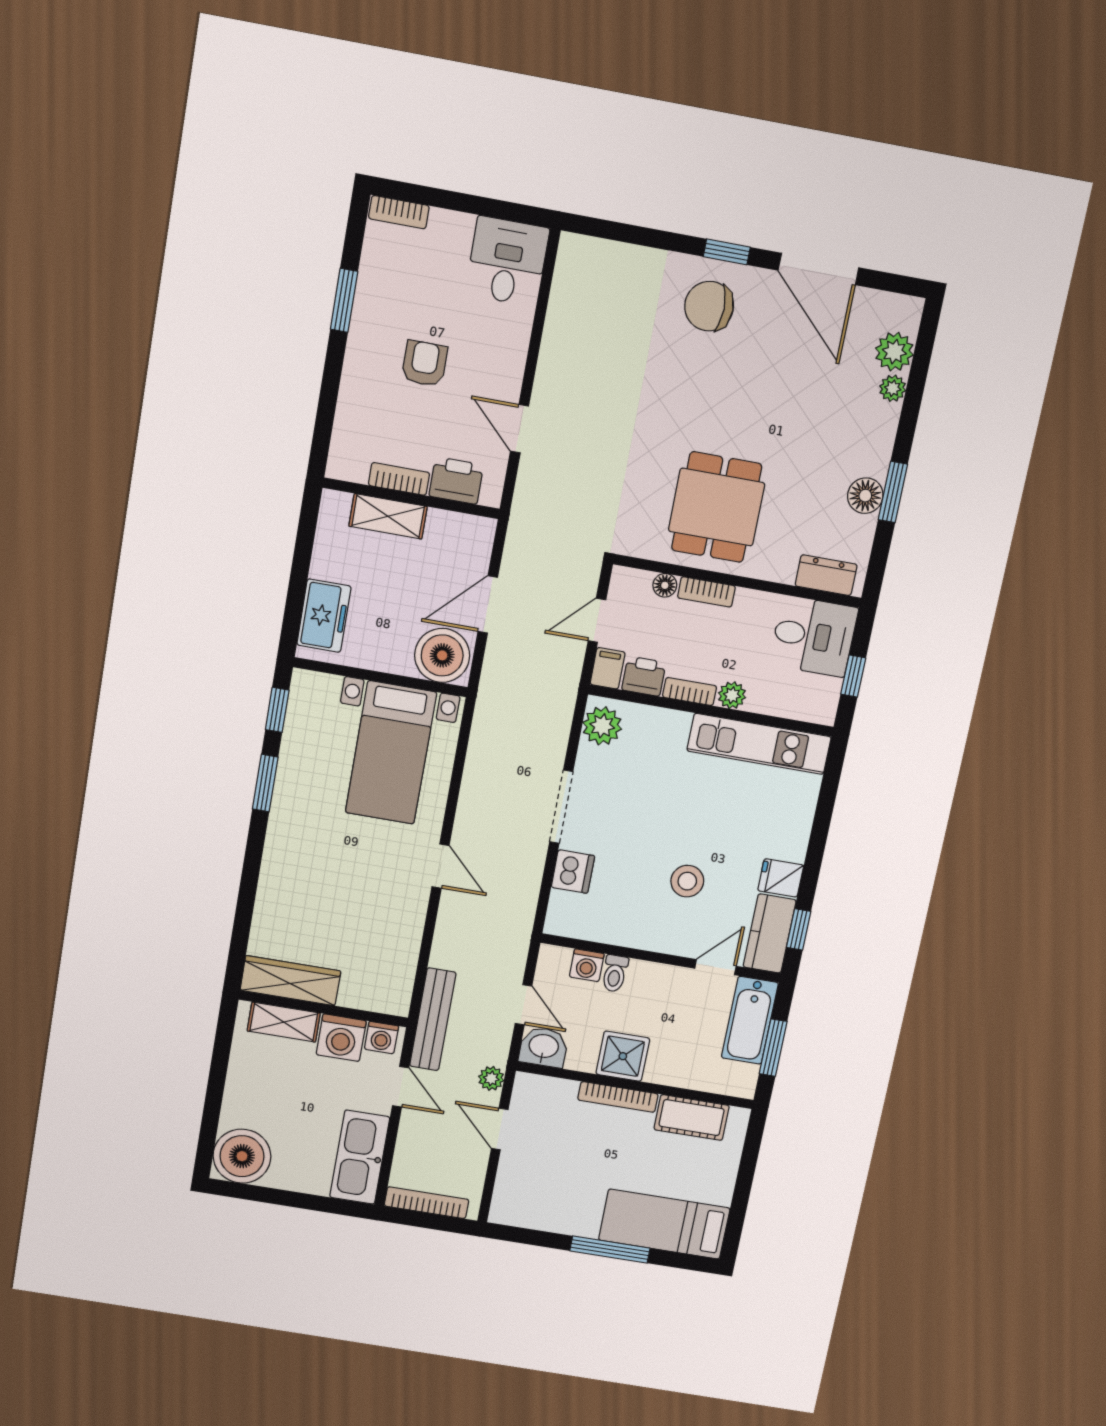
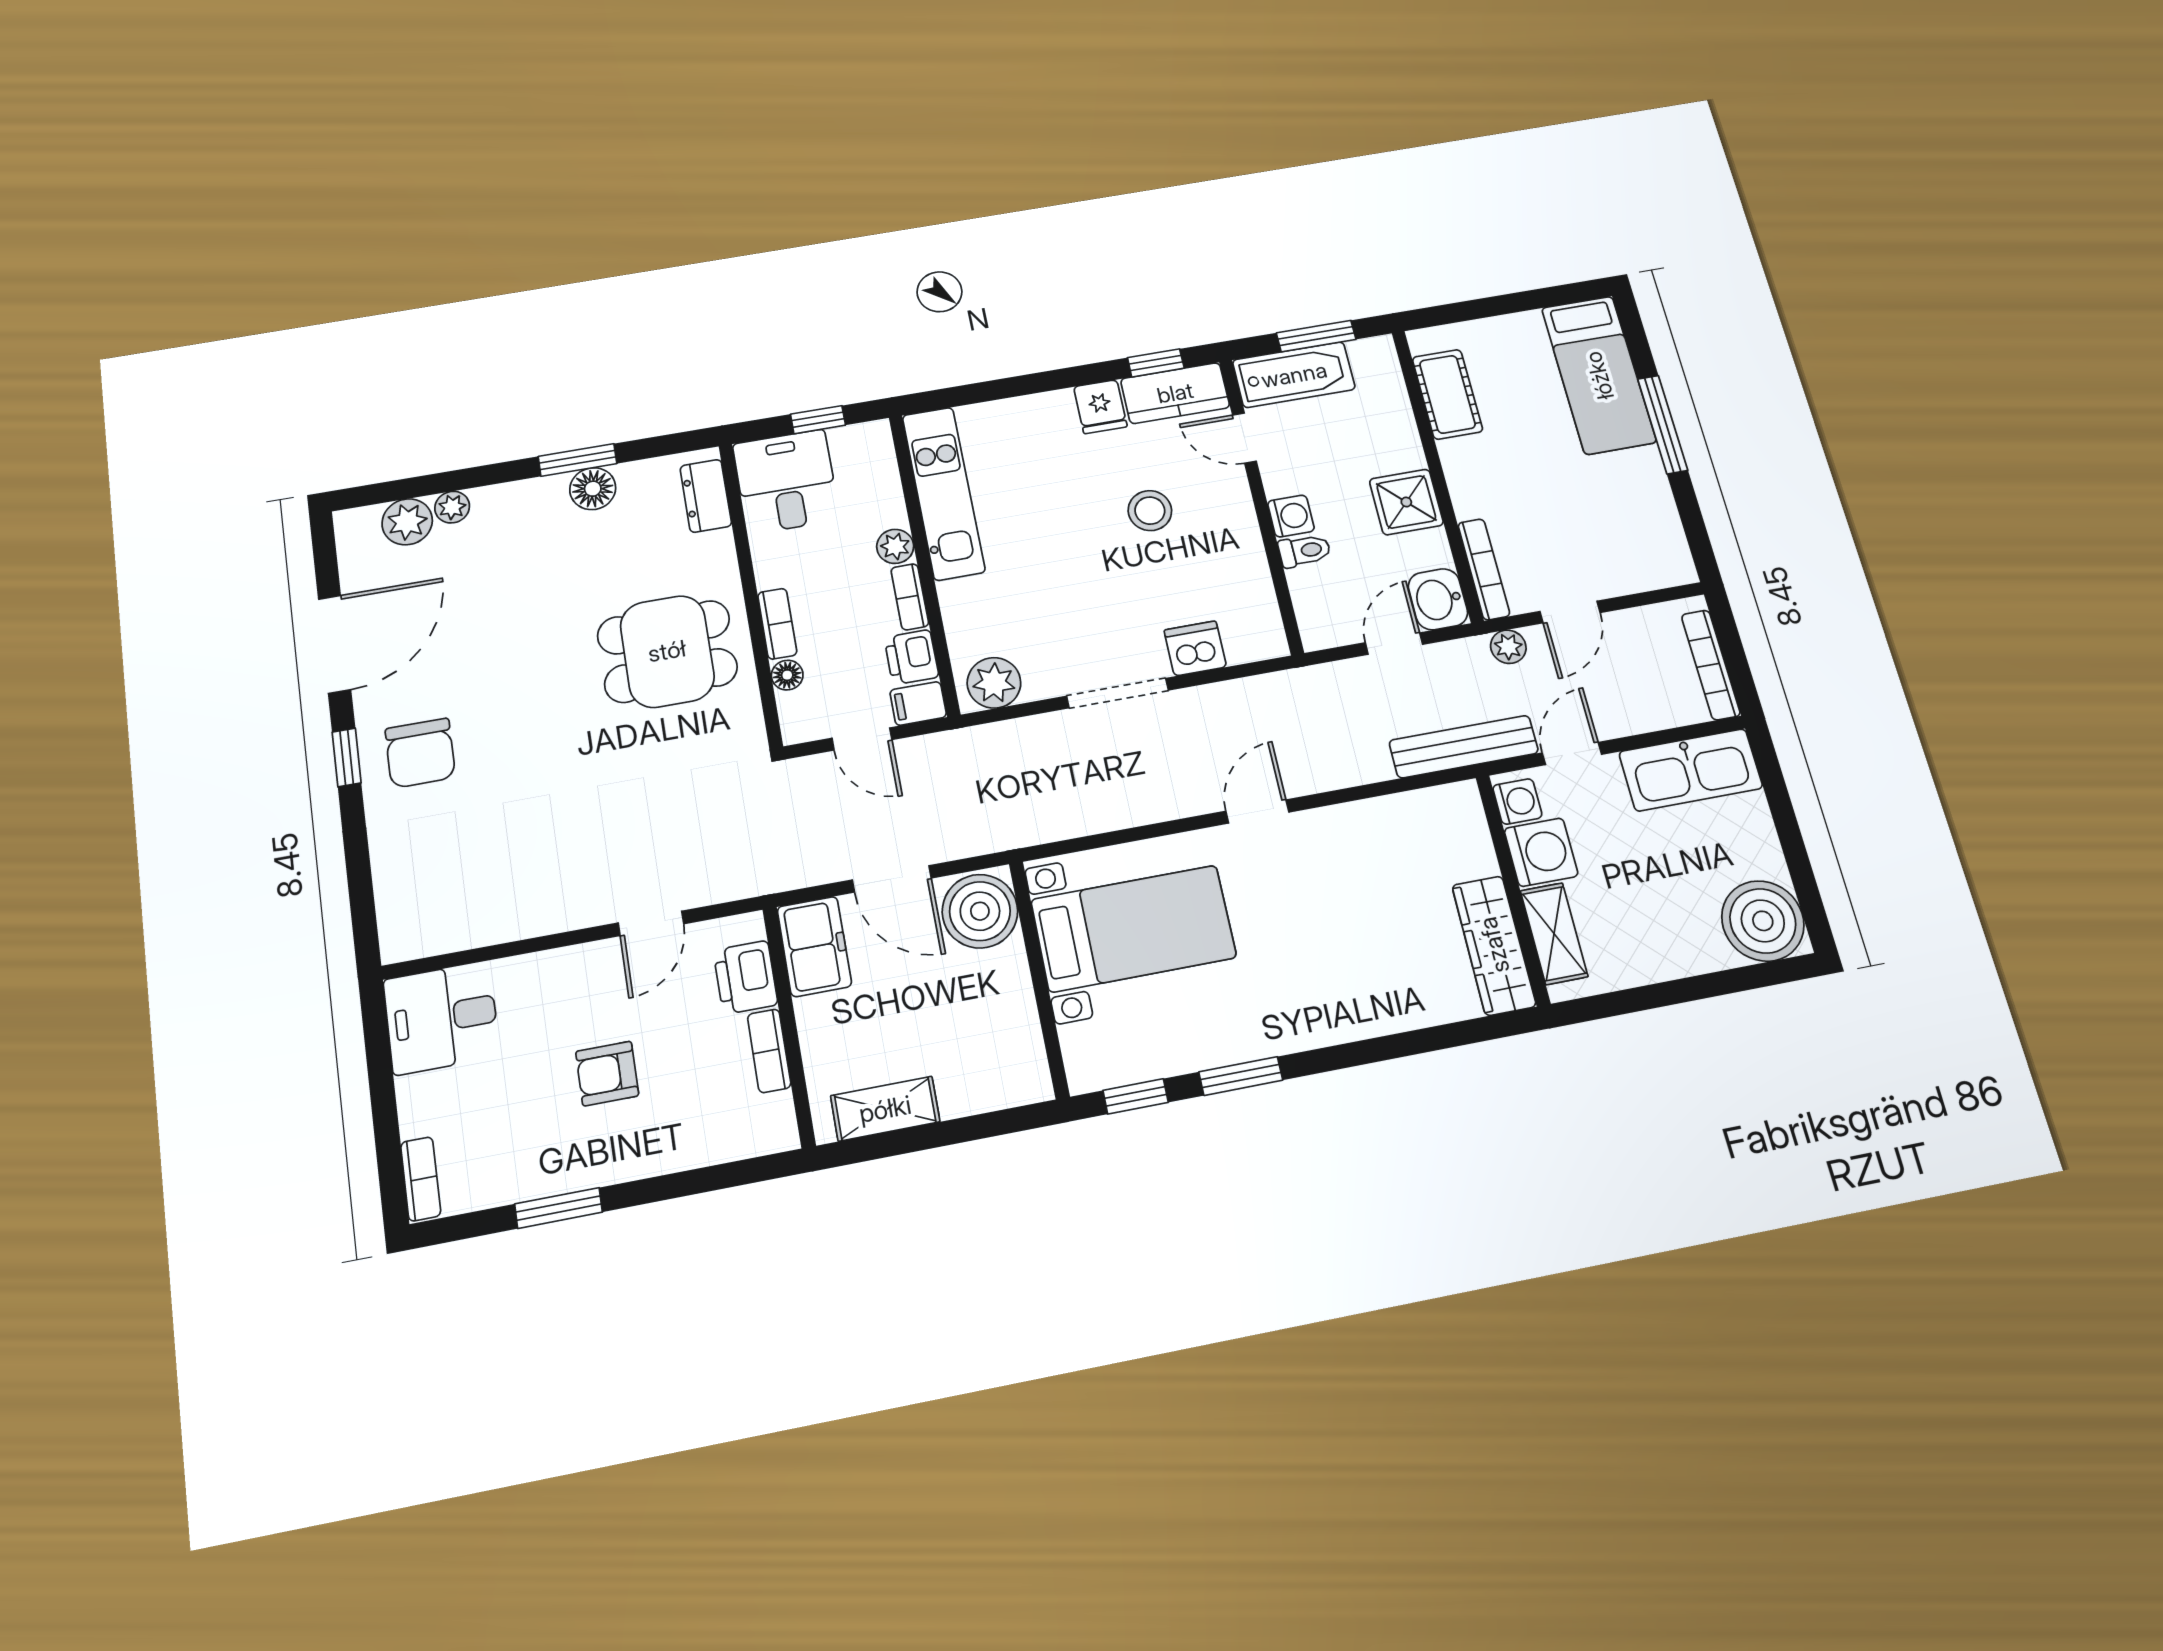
shelving: (388, 516) -> (885, 1109), moved, turned 90
freezer: (324, 616) -> (814, 946), moved, turned 90
washing machine: (587, 965) -> (1291, 516), moved
bookcase: (618, 1097) -> (1484, 569), moved

